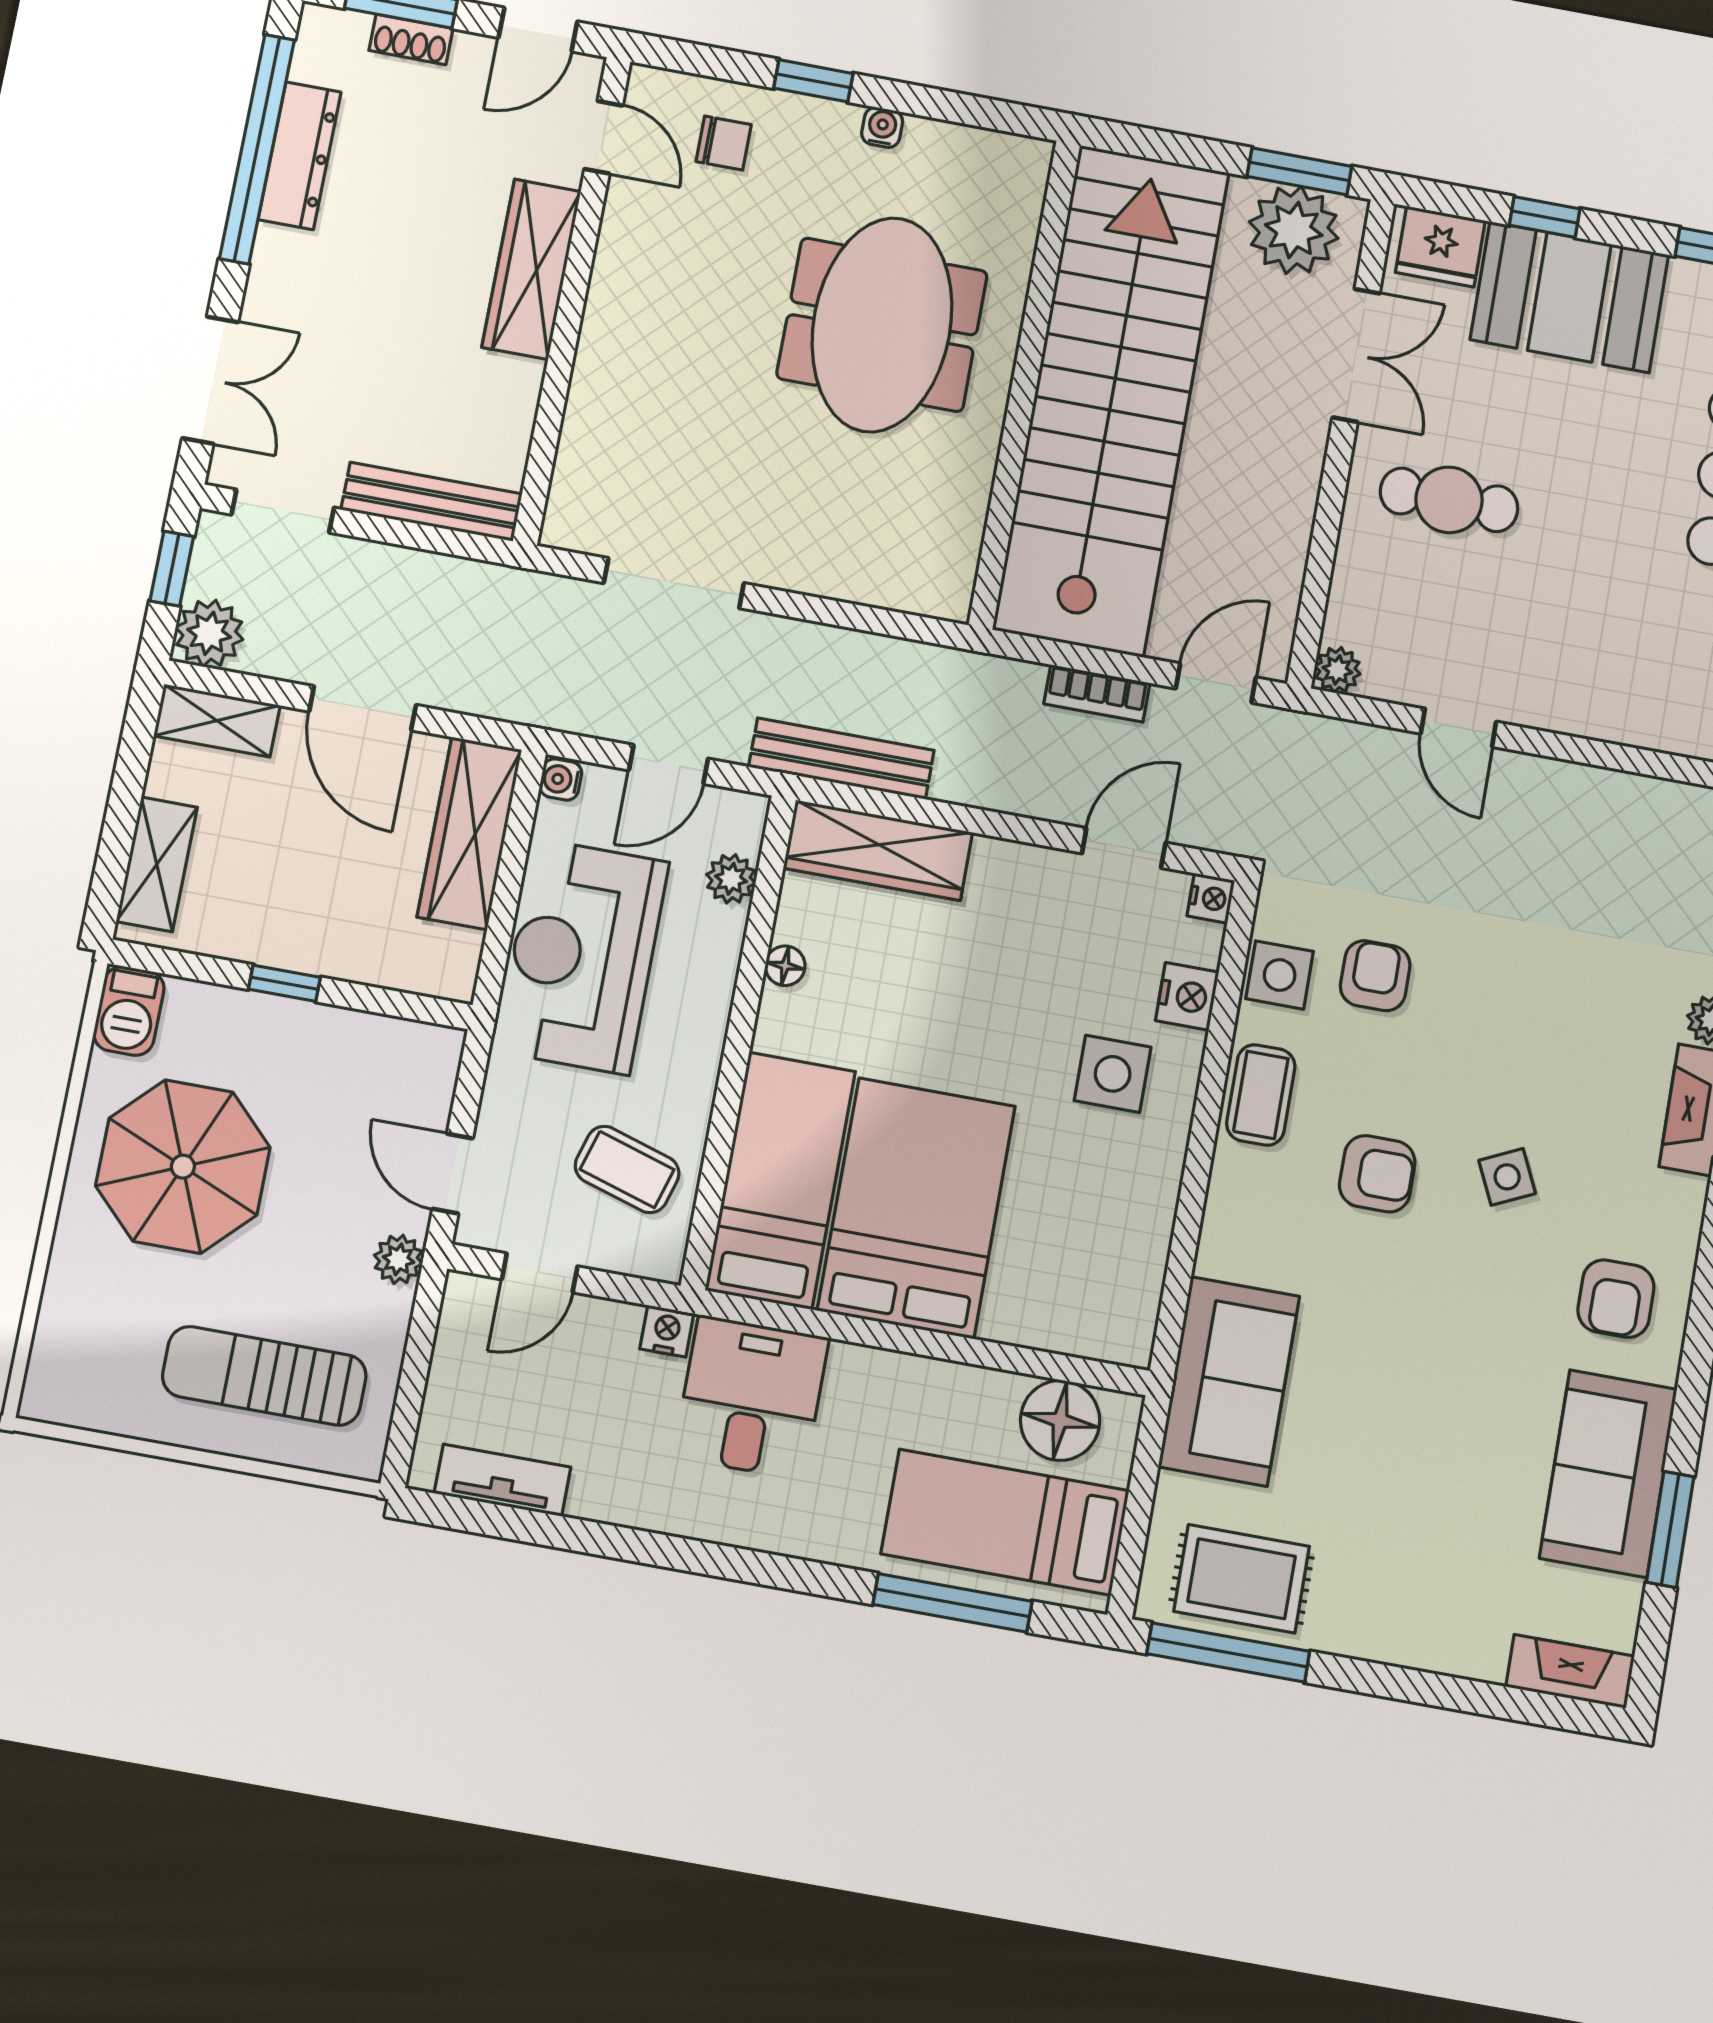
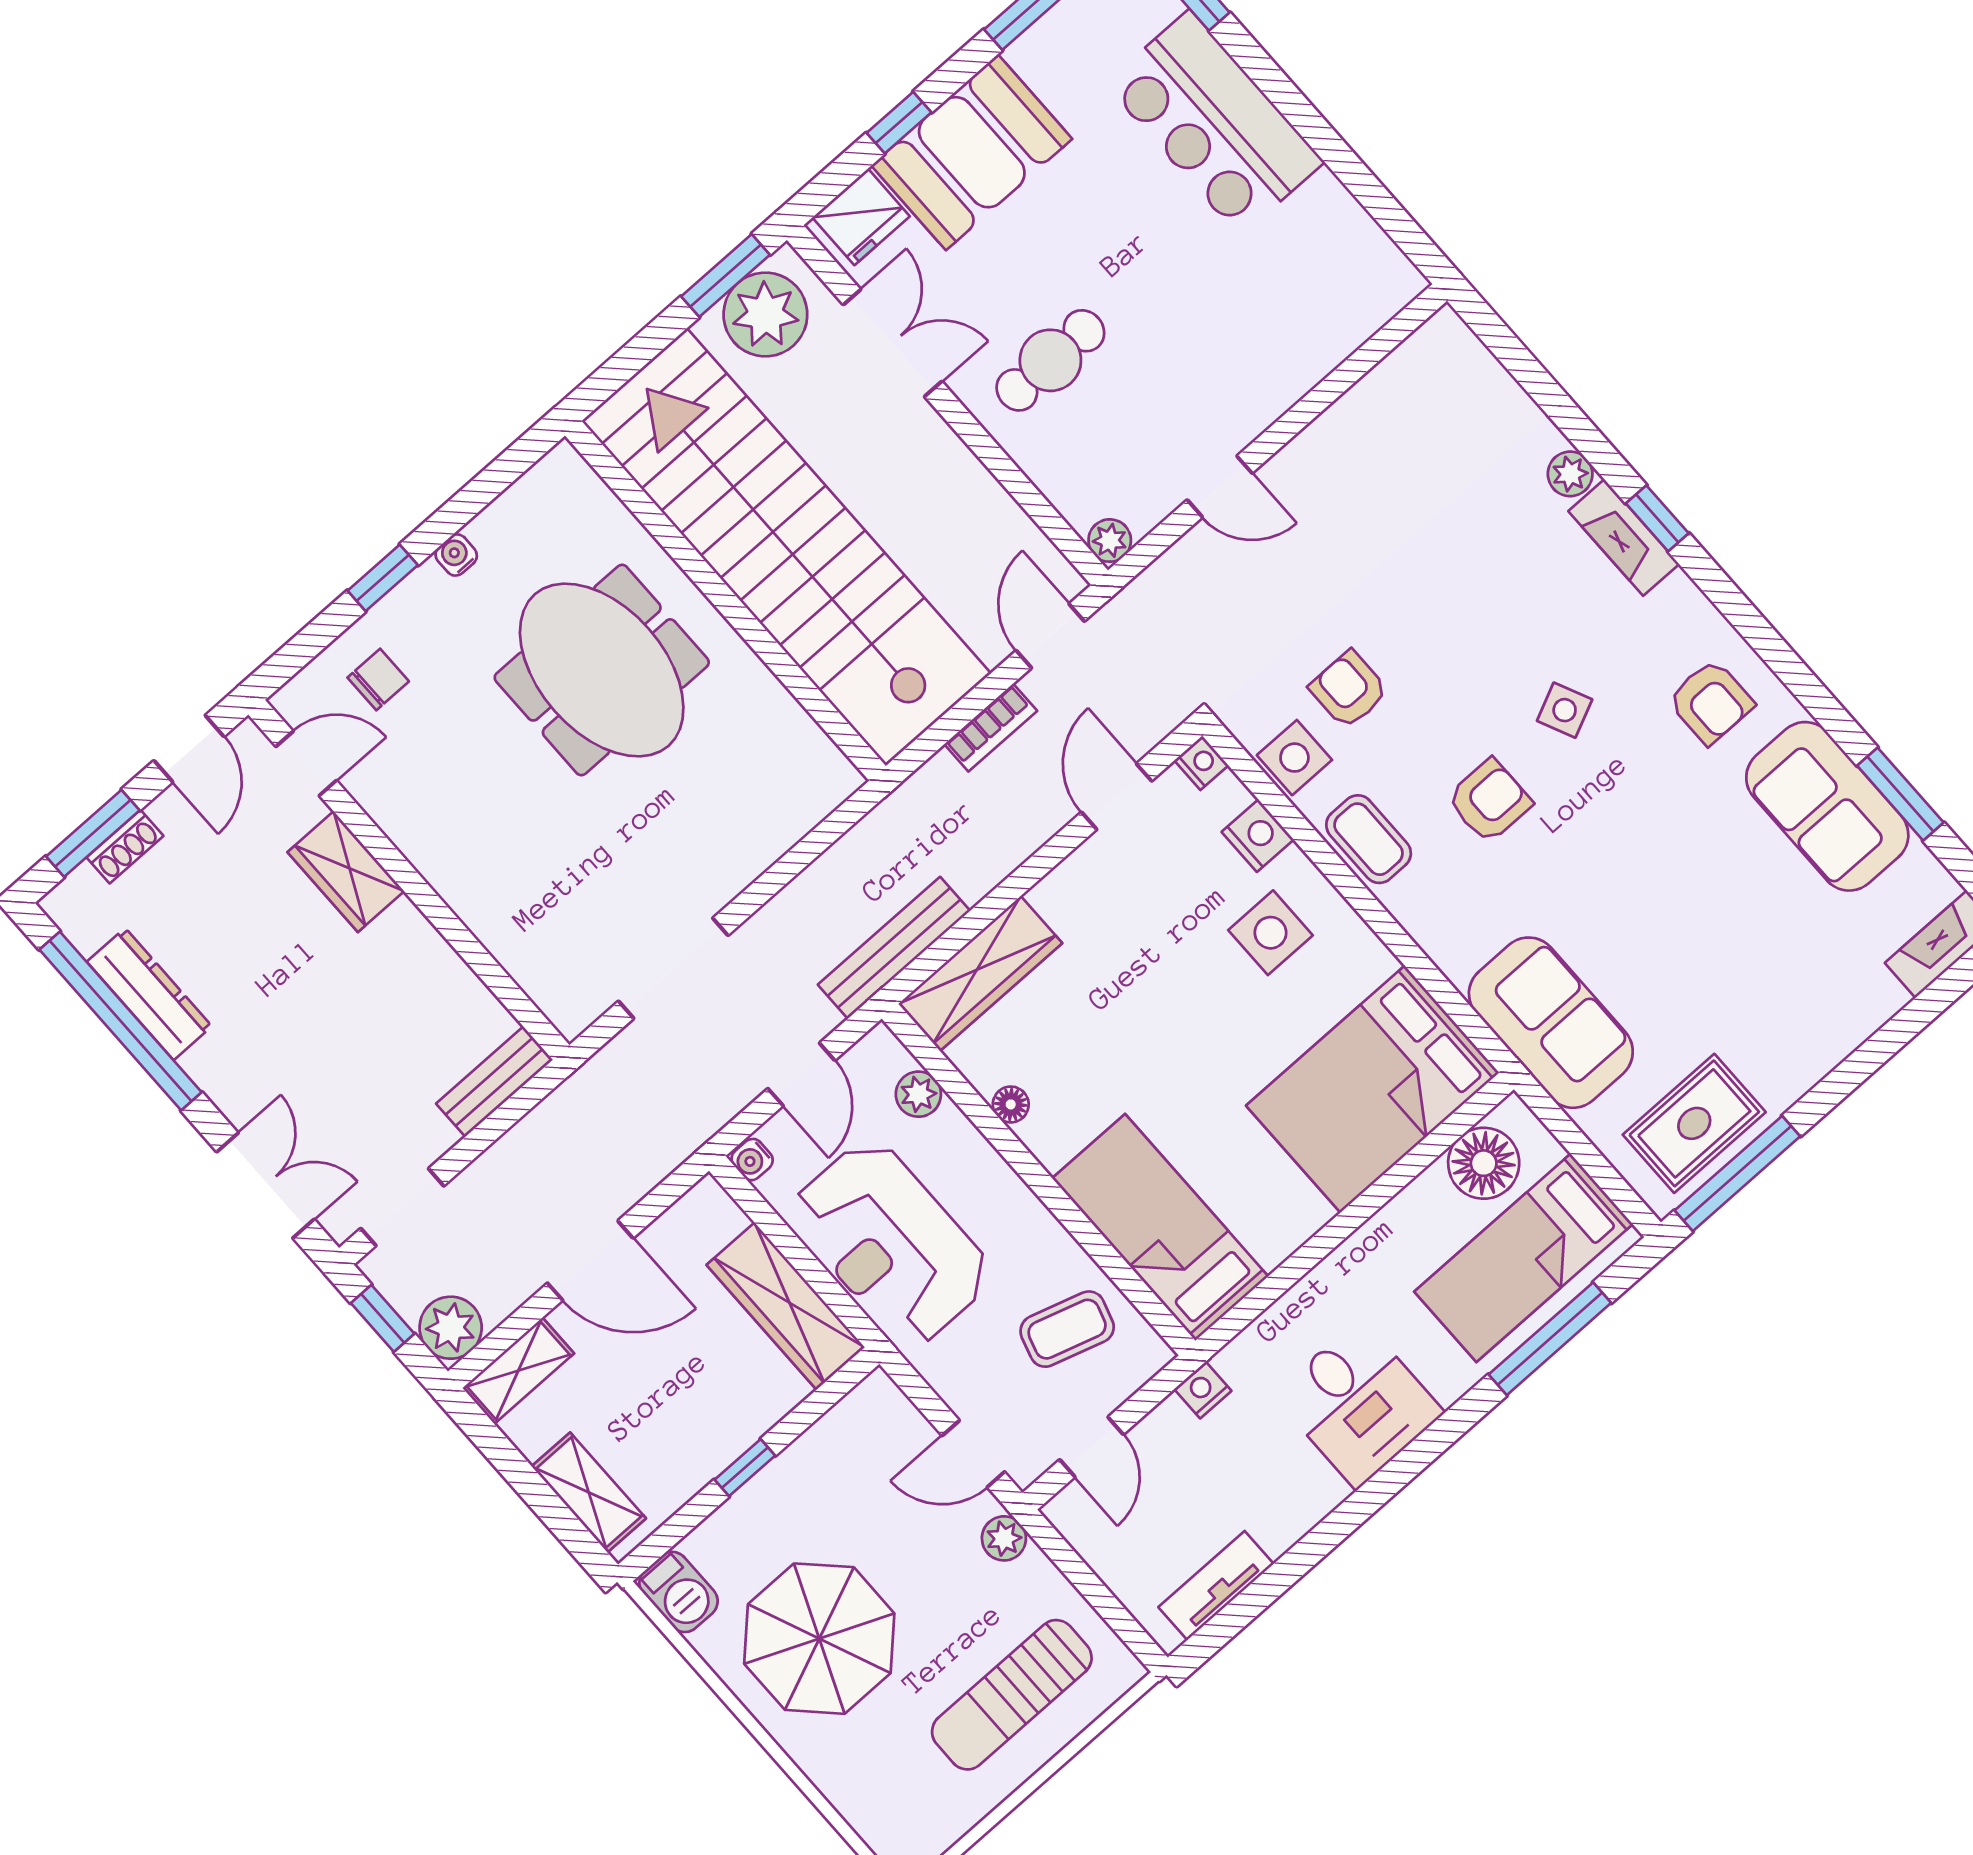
wardrobe: (531, 269) -> (346, 872), width x0.67
bench: (432, 502) -> (494, 1082), width x0.73
wardrobe: (469, 833) -> (786, 1306), moved
bed: (916, 1208) -> (1373, 1089), moved, turned -90
desk: (751, 1397) -> (1358, 1404), moved, turned 180

